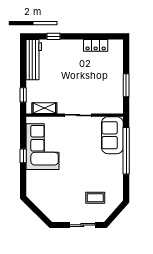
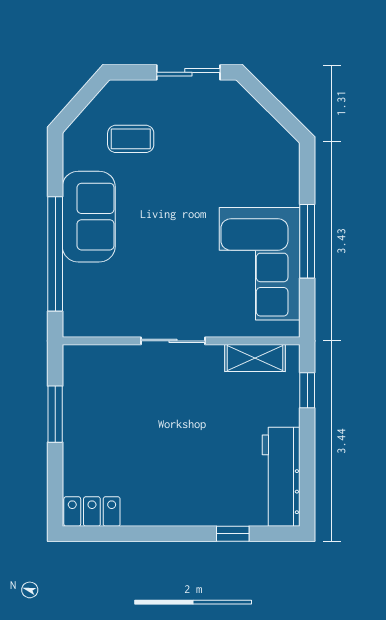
locker: (96, 45) -> (92, 512), moved
sofa: (112, 135) -> (89, 217), moved
window: (23, 156) -> (307, 241), width x2.17
sliding door: (82, 225) -> (188, 72), moved

